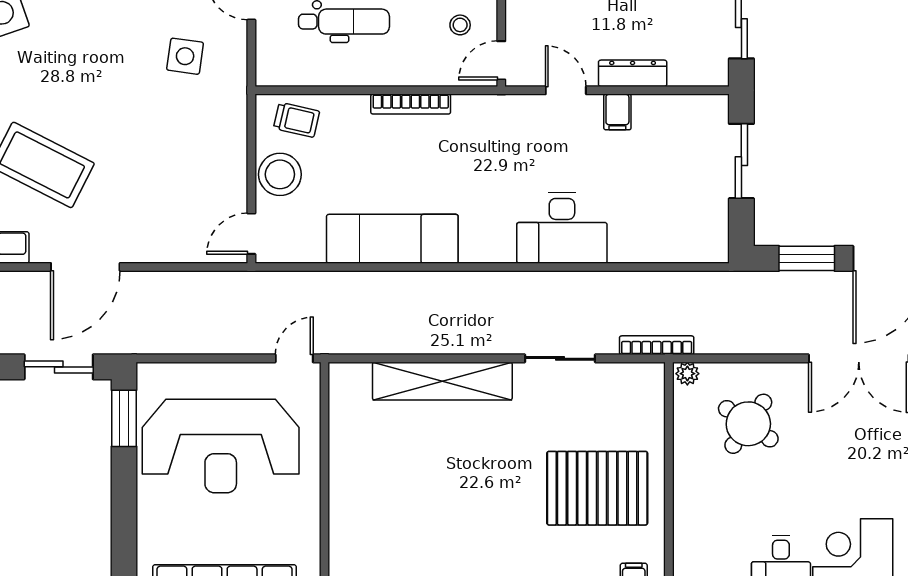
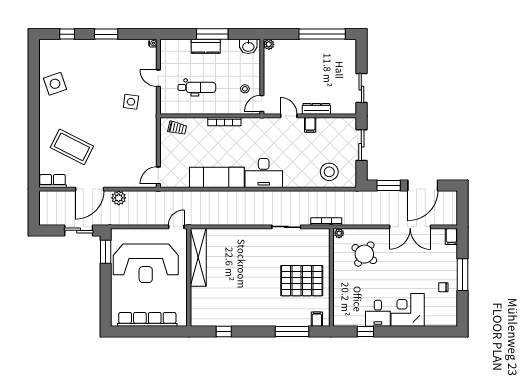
stool: (280, 174) -> (329, 172), moved
desk: (562, 228) -> (264, 173), moved
plant: (155, 288) -> (119, 198), added
shelving: (442, 381) -> (198, 257), moved, turned 90

